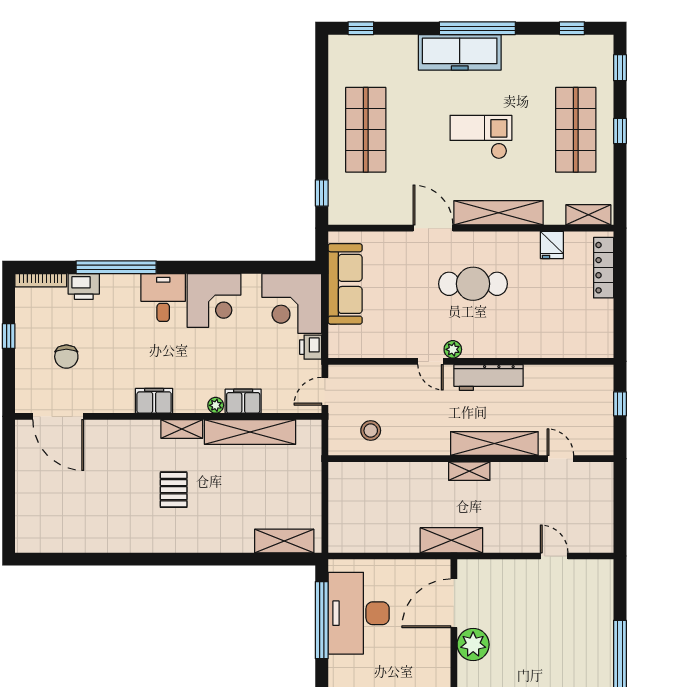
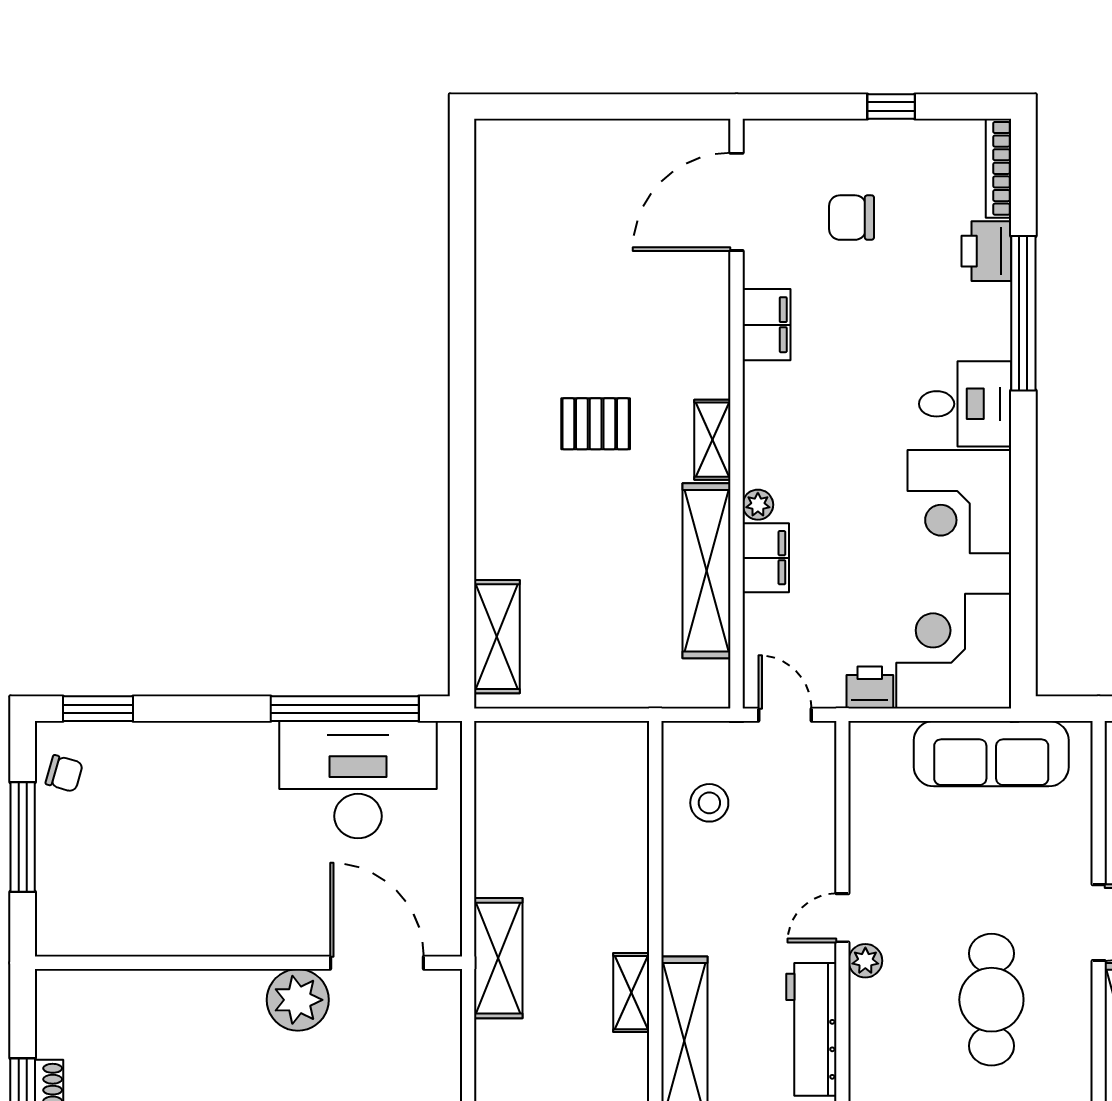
filing cabinet: (154, 401) -> (767, 325), moved

